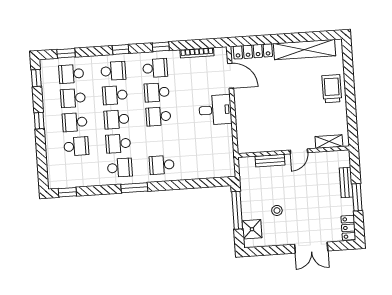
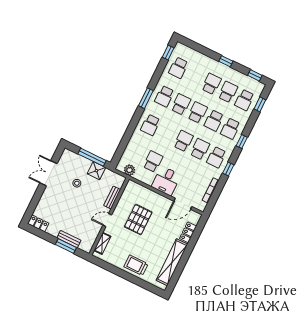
locker: (253, 51) -> (188, 232), width x0.66
school desk: (71, 74) -> (244, 100), turned 180
trolley: (332, 89) -> (136, 265), turned 180
school desk: (115, 95) -> (214, 121), turned 180
pallet: (278, 116) -> (138, 219), added
school desk: (202, 138) -> (153, 162), added
school desk: (76, 146) -> (178, 68), moved
door: (299, 151) -> (107, 220), hinge flipped
plant: (227, 159) -> (129, 170), added
school desk: (162, 165) -> (150, 125), turned 180
window: (357, 197) -> (66, 246), moved
shower: (252, 229) -> (96, 171), moved
double door: (311, 248) -> (48, 173), moved

